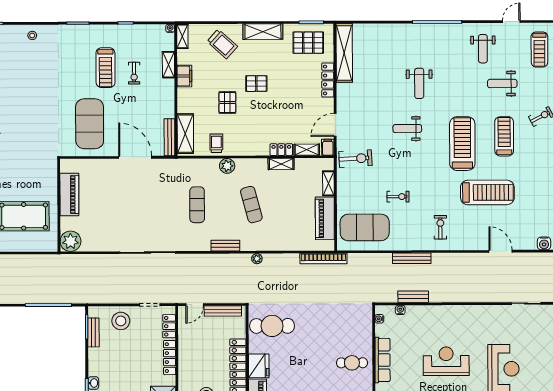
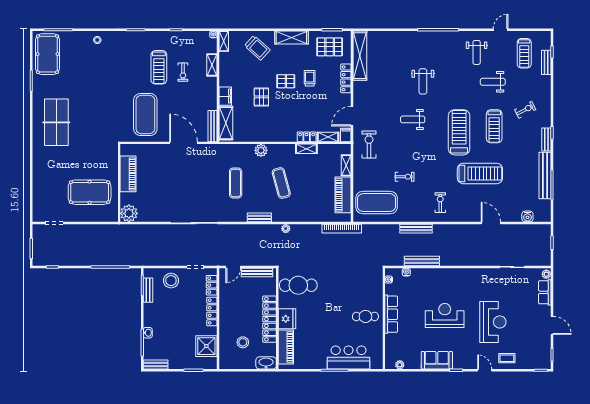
filing cabinet: (184, 76) -> (225, 96), moved
treadmill: (504, 136) -> (494, 126), turned 180
trolley: (216, 143) -> (310, 78), moved
exercise bike: (355, 159) -> (369, 145), turned -87
bench: (413, 297) -> (422, 261), width x1.36

